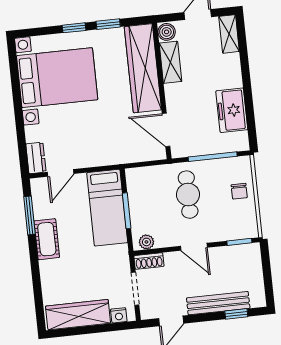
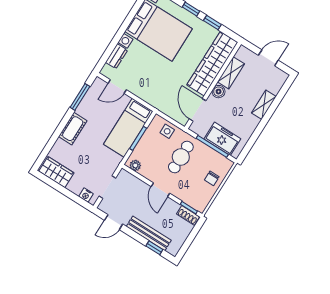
boiler: (167, 32) -> (219, 92), moved
shelving: (229, 34) -> (264, 105), moved
freezer: (232, 110) -> (222, 139), moved, turned 90
dresser: (36, 158) -> (116, 56), moved
side table: (152, 179) -> (167, 131), added
cot: (47, 239) -> (73, 129), moved
shoe rack: (149, 261) -> (188, 215), moved
wardrobe: (78, 315) -> (56, 172), width x0.67

